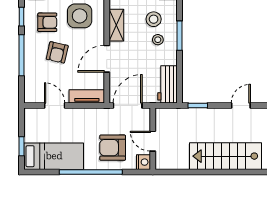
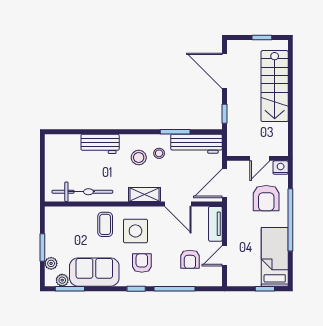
window: (180, 36) -> (175, 132), moved
armchair: (57, 52) -> (190, 259), moved, turned 77
workbench: (168, 84) -> (196, 144), width x1.38
door: (128, 106) -> (224, 183), hinge flipped
door: (241, 106) -> (224, 71), width x1.87

